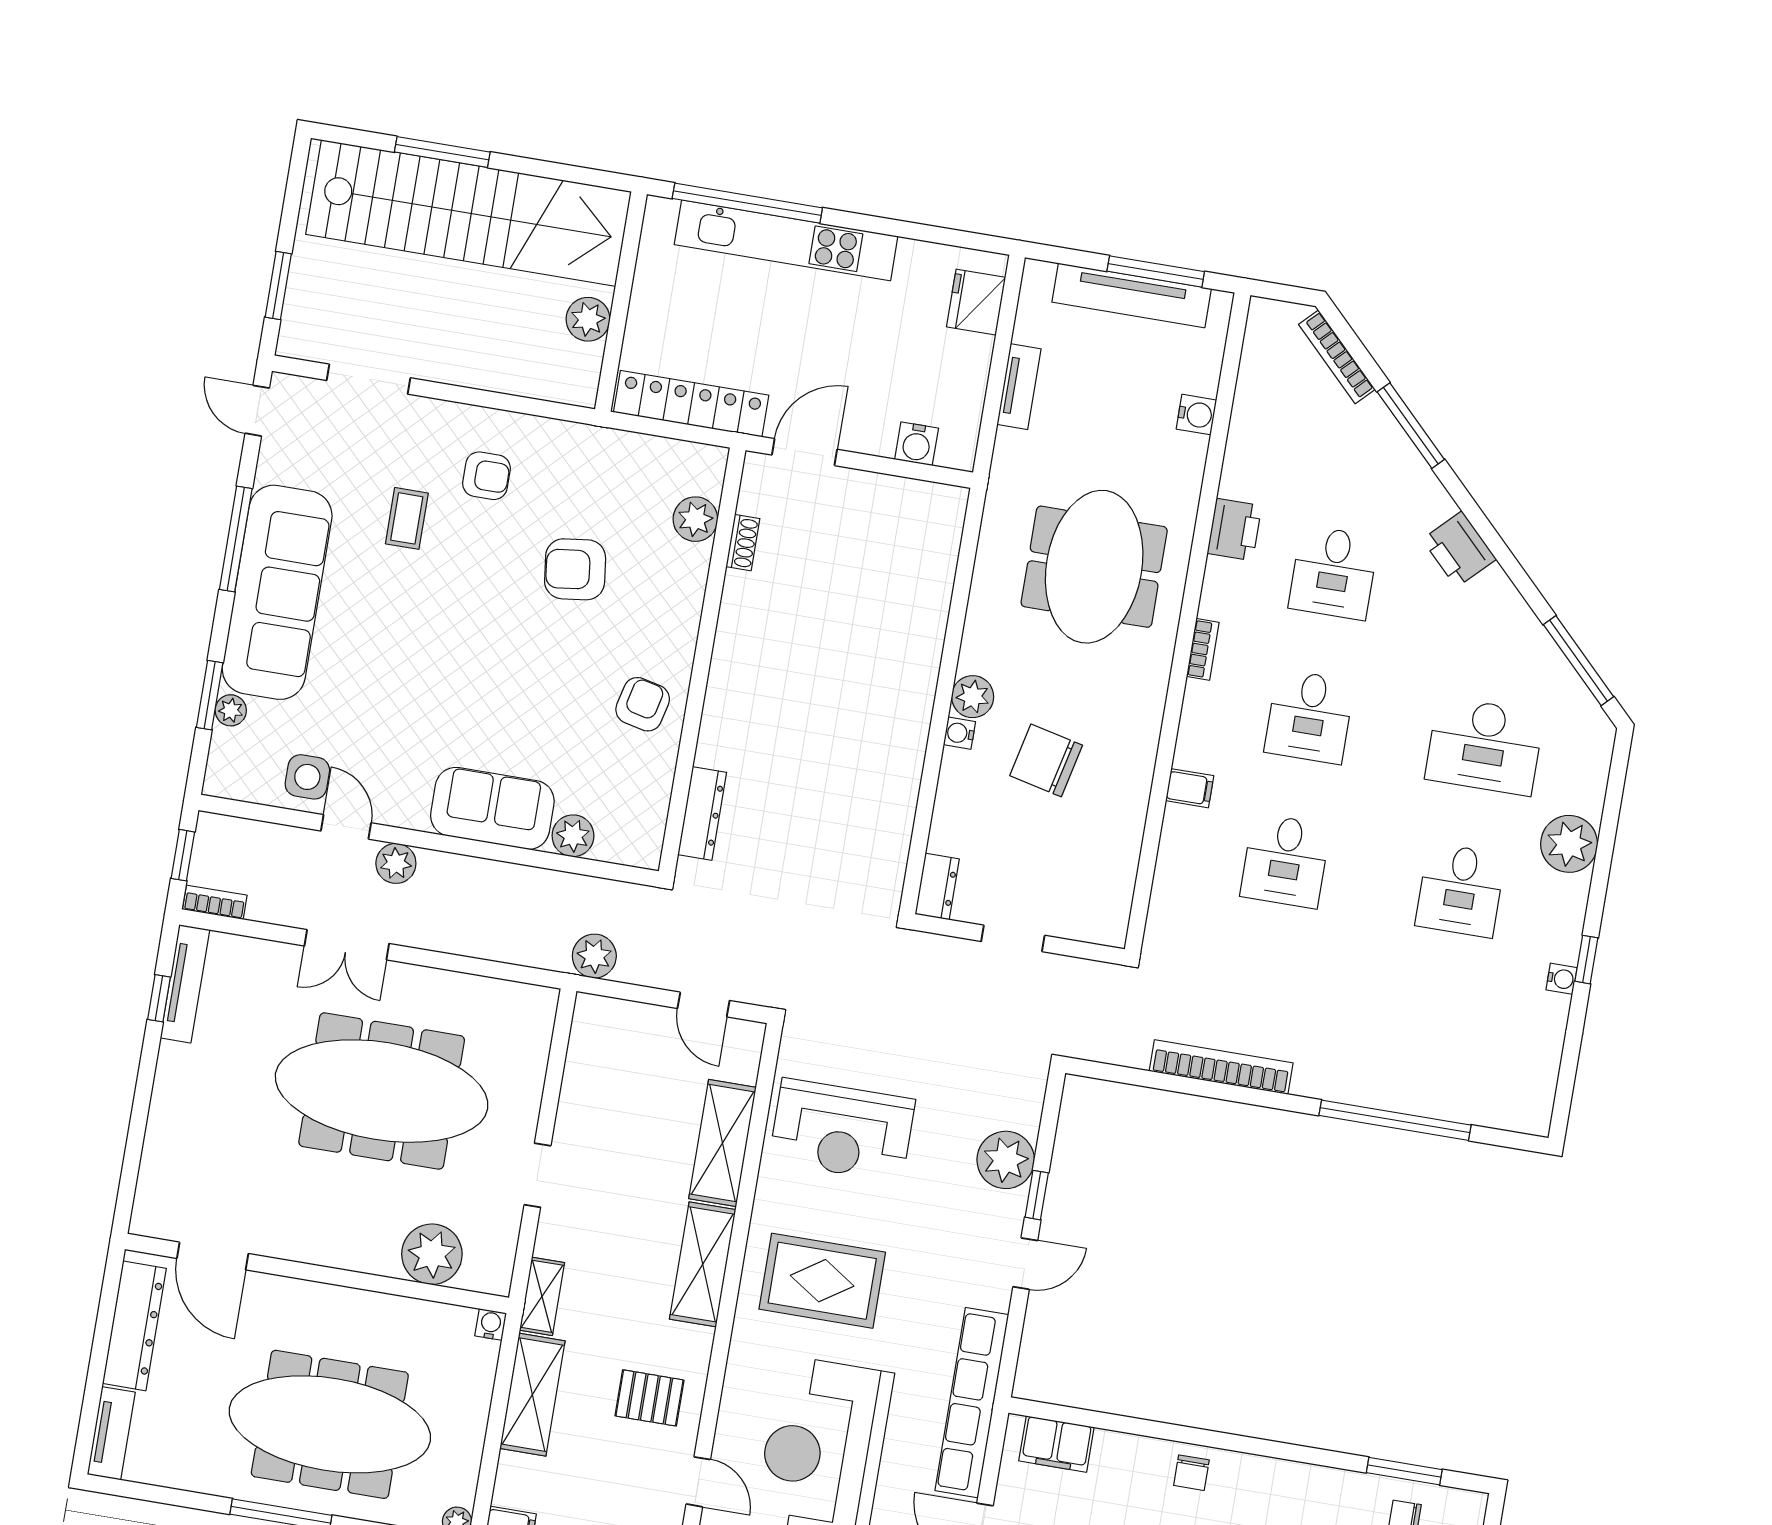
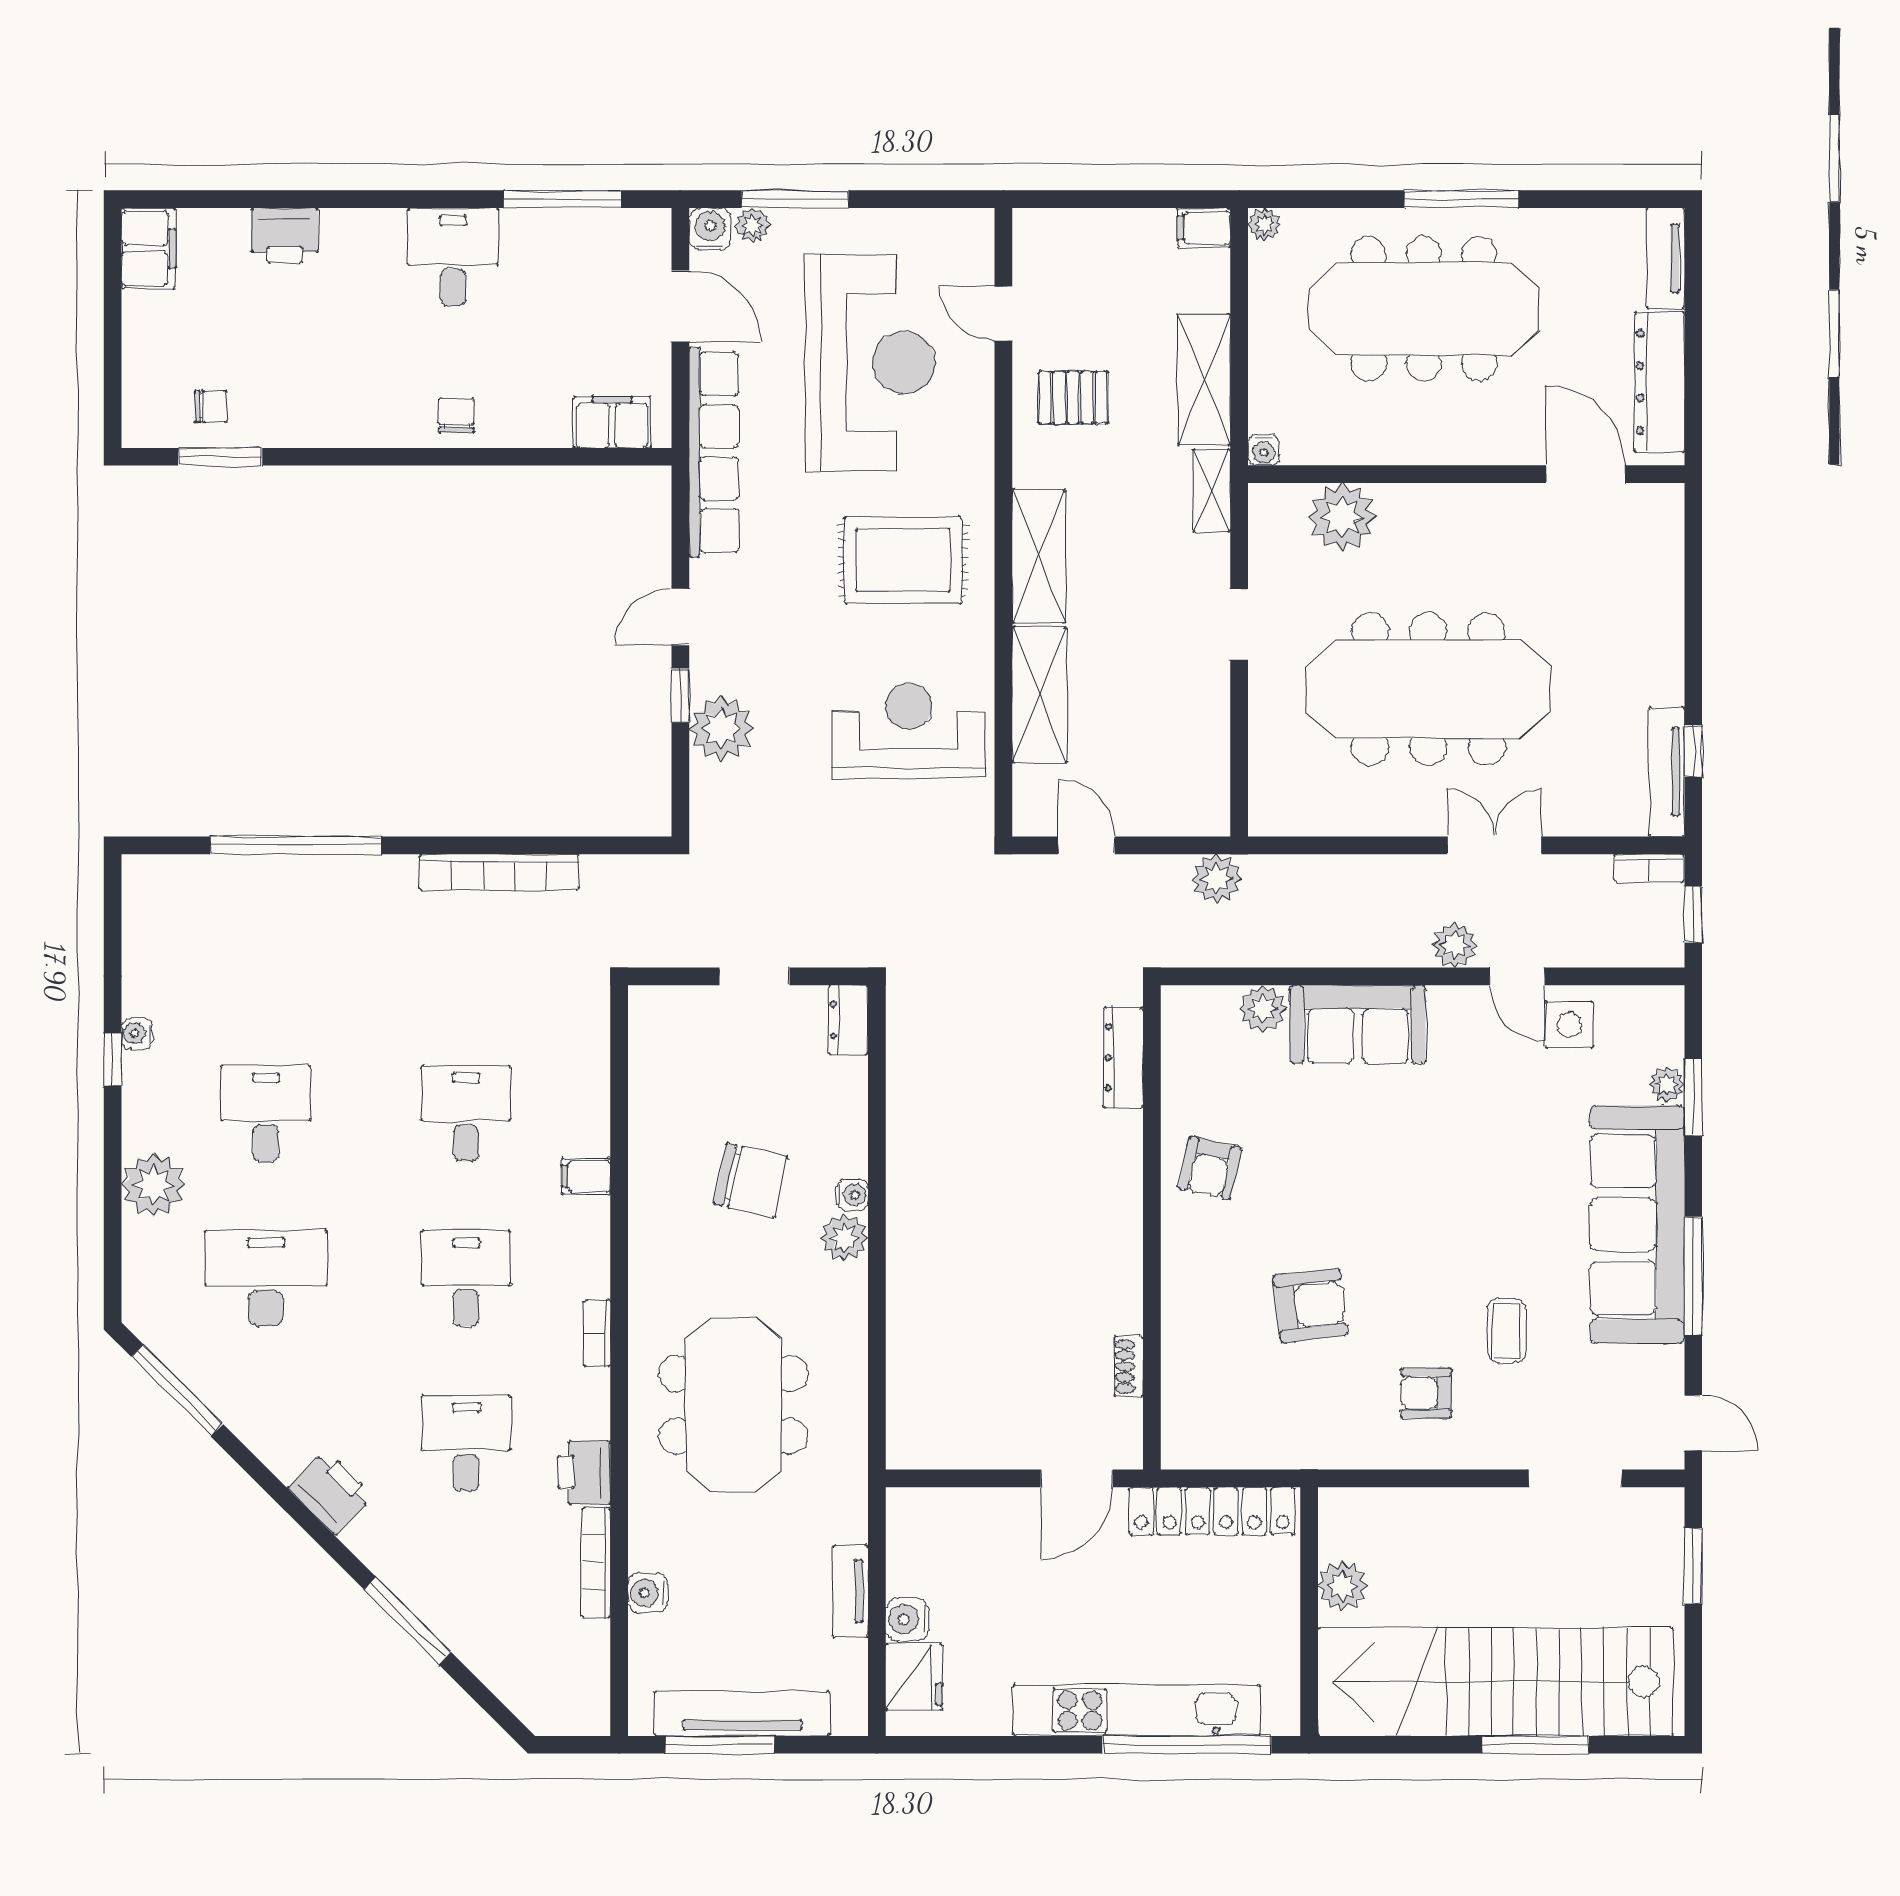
bookcase: (1337, 357) -> (596, 1562), moved, turned -135
water cooler: (917, 444) -> (907, 1619), moved, turned -90
plant: (695, 519) -> (1186, 1384), removed

